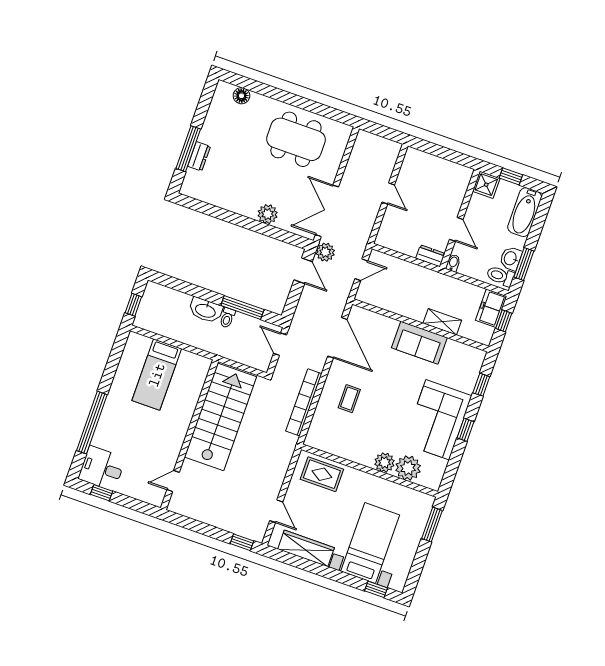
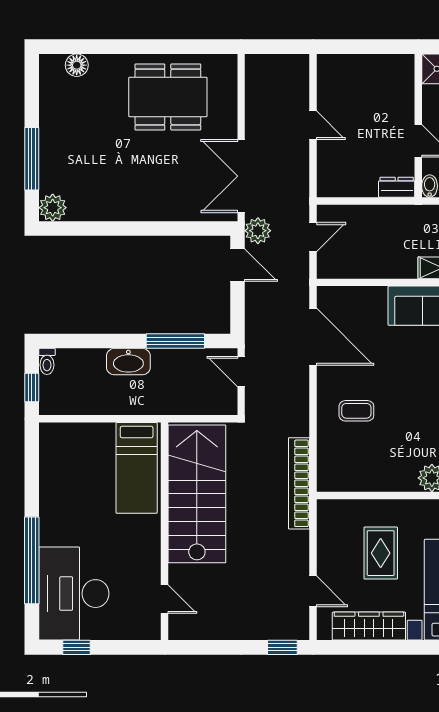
dresser: (199, 156) -> (49, 164), removed
plant: (268, 214) -> (53, 208), moved
toilet: (227, 318) -> (47, 361), moved
bed: (157, 375) -> (137, 468), moved
coffee table: (349, 399) -> (356, 411), turned 90
bookcase: (304, 402) -> (299, 483), moved
desk: (102, 468) -> (74, 594), width x1.87, depth x1.30
rug: (322, 474) -> (381, 553), moved, turned 90
door: (173, 481) -> (165, 599), swing flipped

